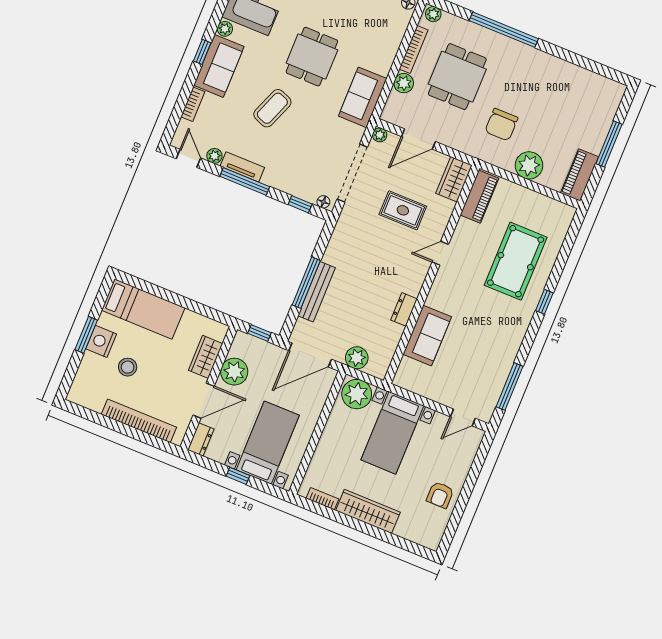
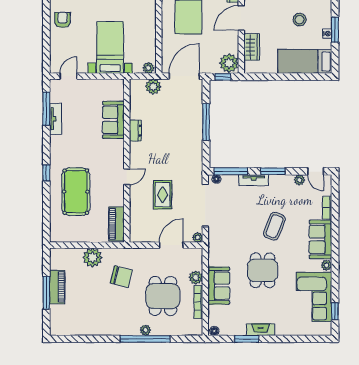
plant: (433, 14) -> (145, 330), moved
window: (202, 52) -> (335, 244), removed
sofa: (363, 97) -> (219, 286), moved
chair: (501, 125) -> (121, 277), turned 104
tv unit: (242, 167) -> (254, 180), moved
piano: (580, 175) -> (57, 287), moved
wardrobe: (454, 179) -> (138, 228), removed
window: (245, 182) -> (273, 171), width x0.69
window: (300, 204) -> (231, 171), width x2.17
rug: (403, 210) -> (163, 195), turned 90
bench: (317, 292) -> (197, 119), removed
nightstand: (101, 341) -> (327, 34), width x0.53, depth x0.56
tv unit: (503, 368) -> (56, 119), added
plant: (234, 372) -> (229, 63), moved
plant: (357, 394) -> (148, 68), width x0.53, depth x0.53

